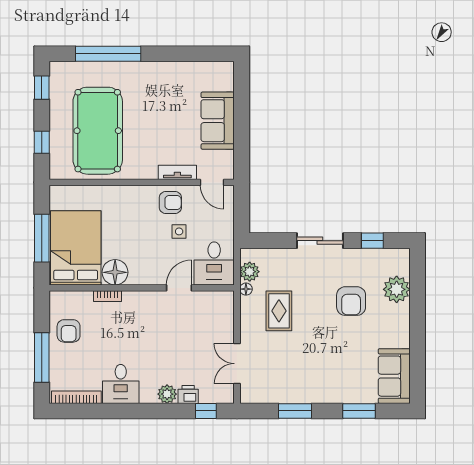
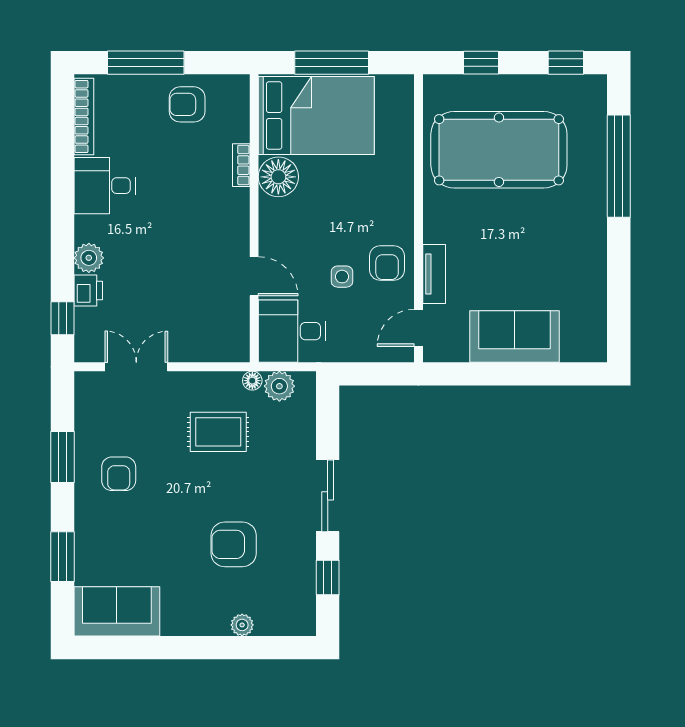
plant: (397, 289) -> (242, 625), width x0.53, depth x0.53
armchair: (306, 375) -> (119, 474), added

